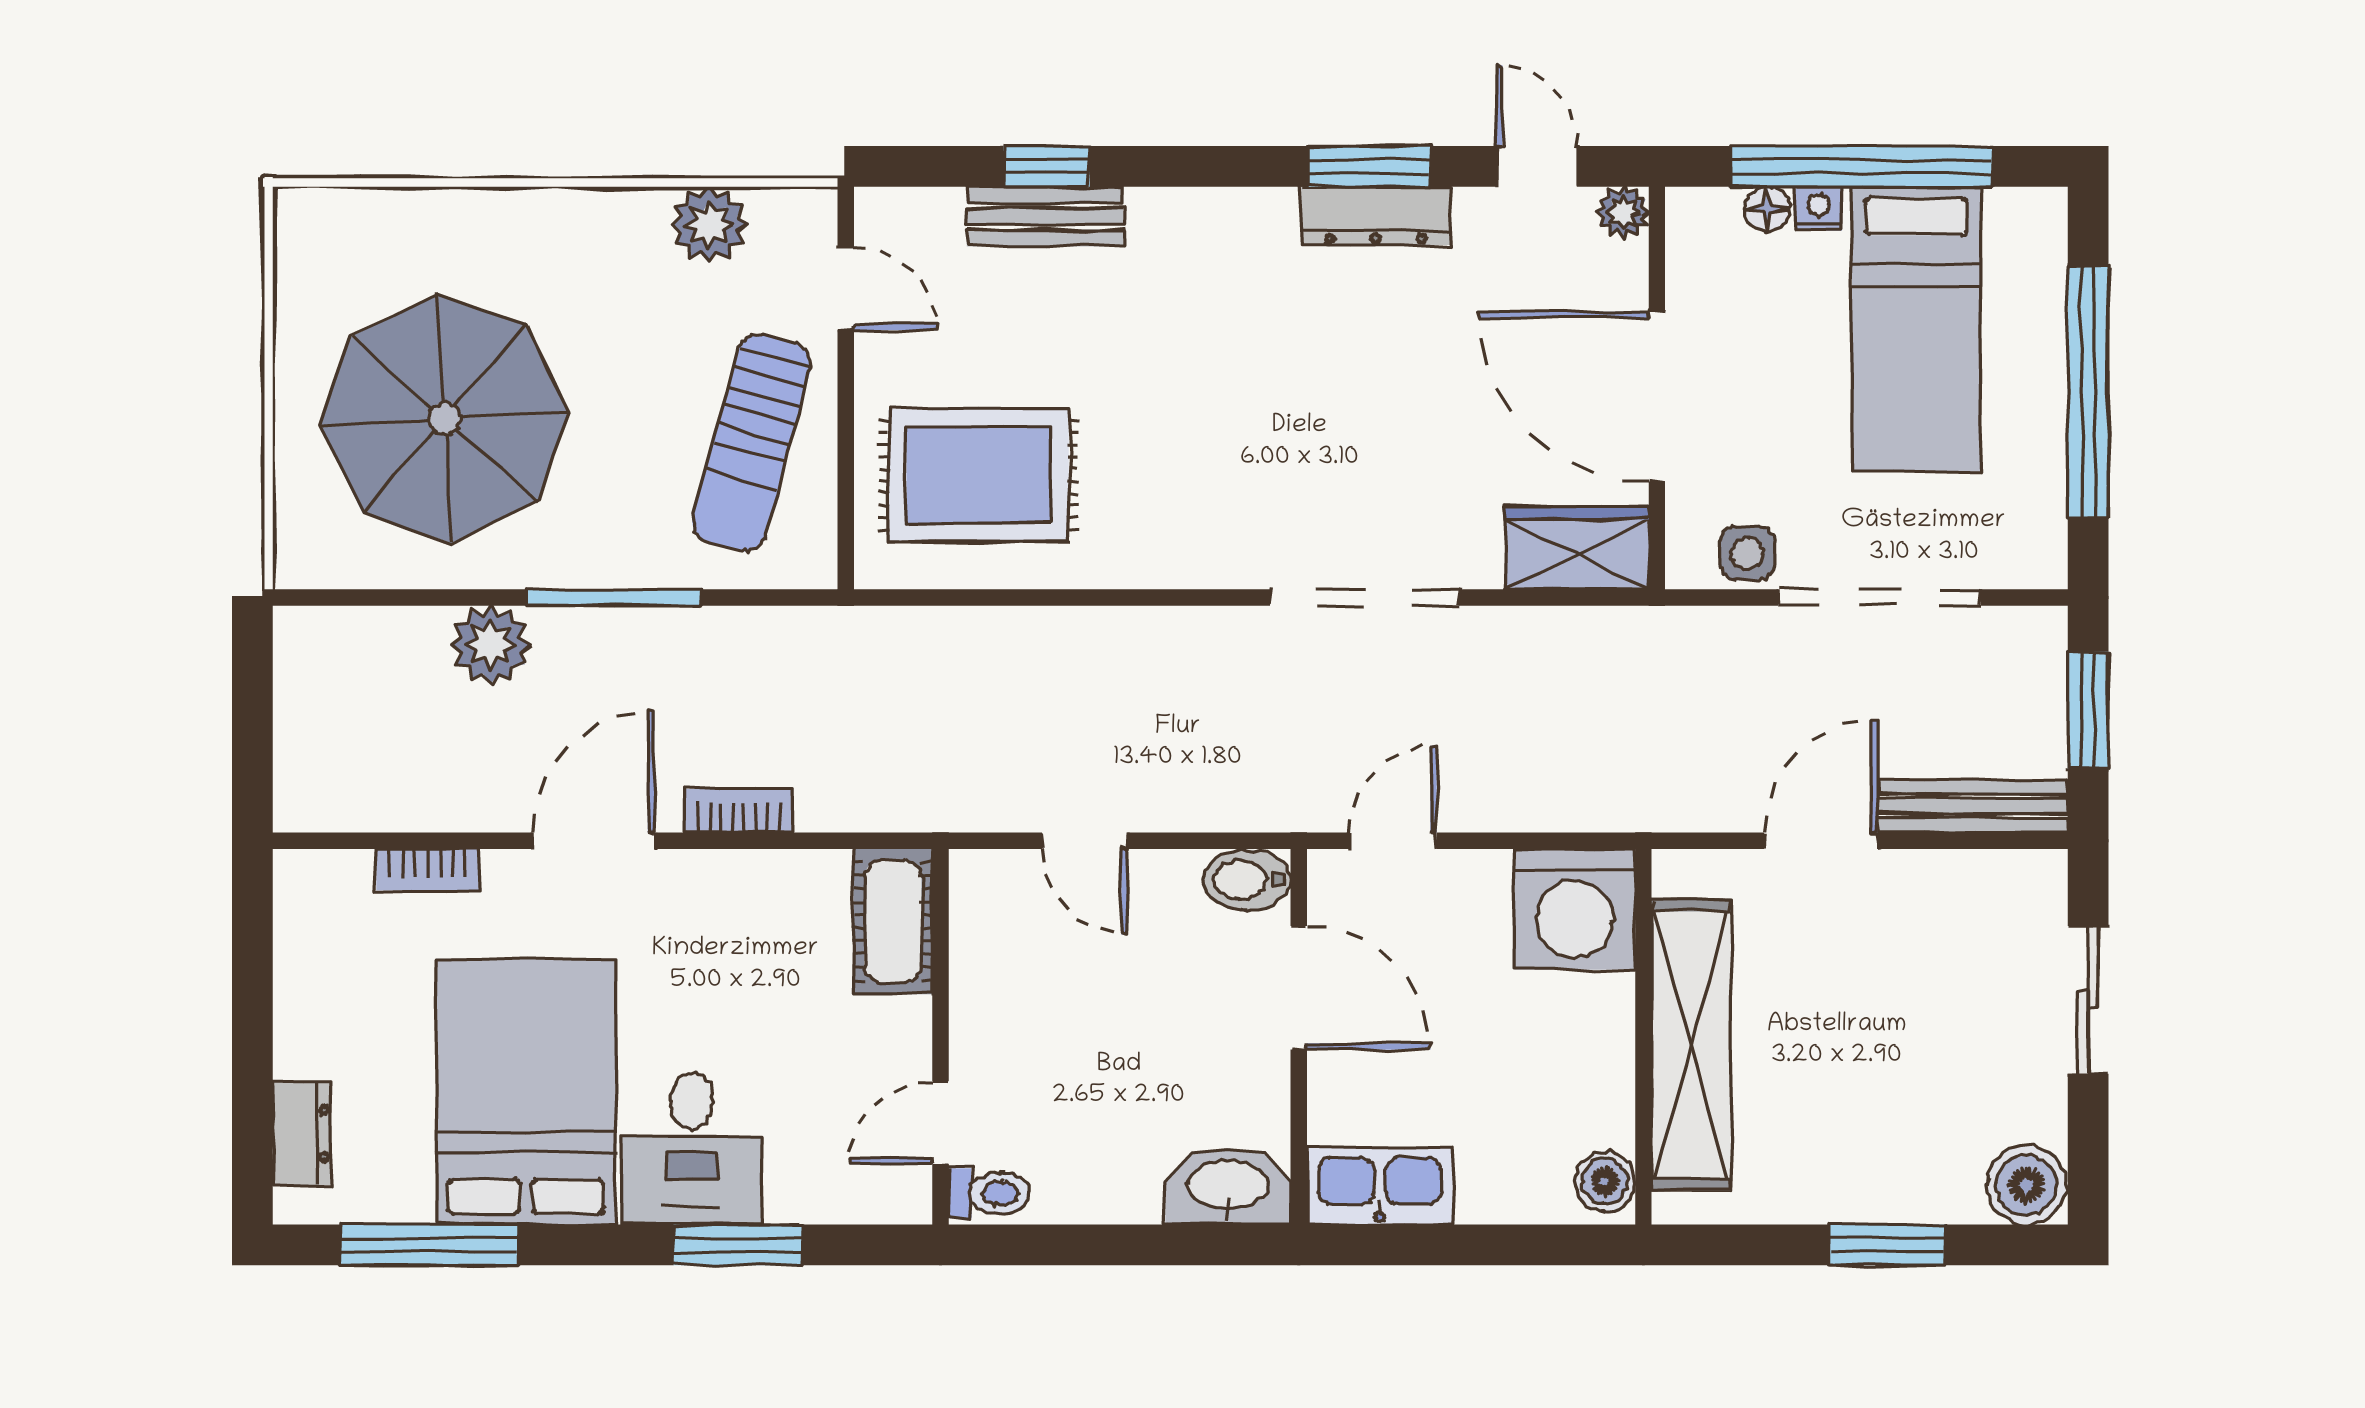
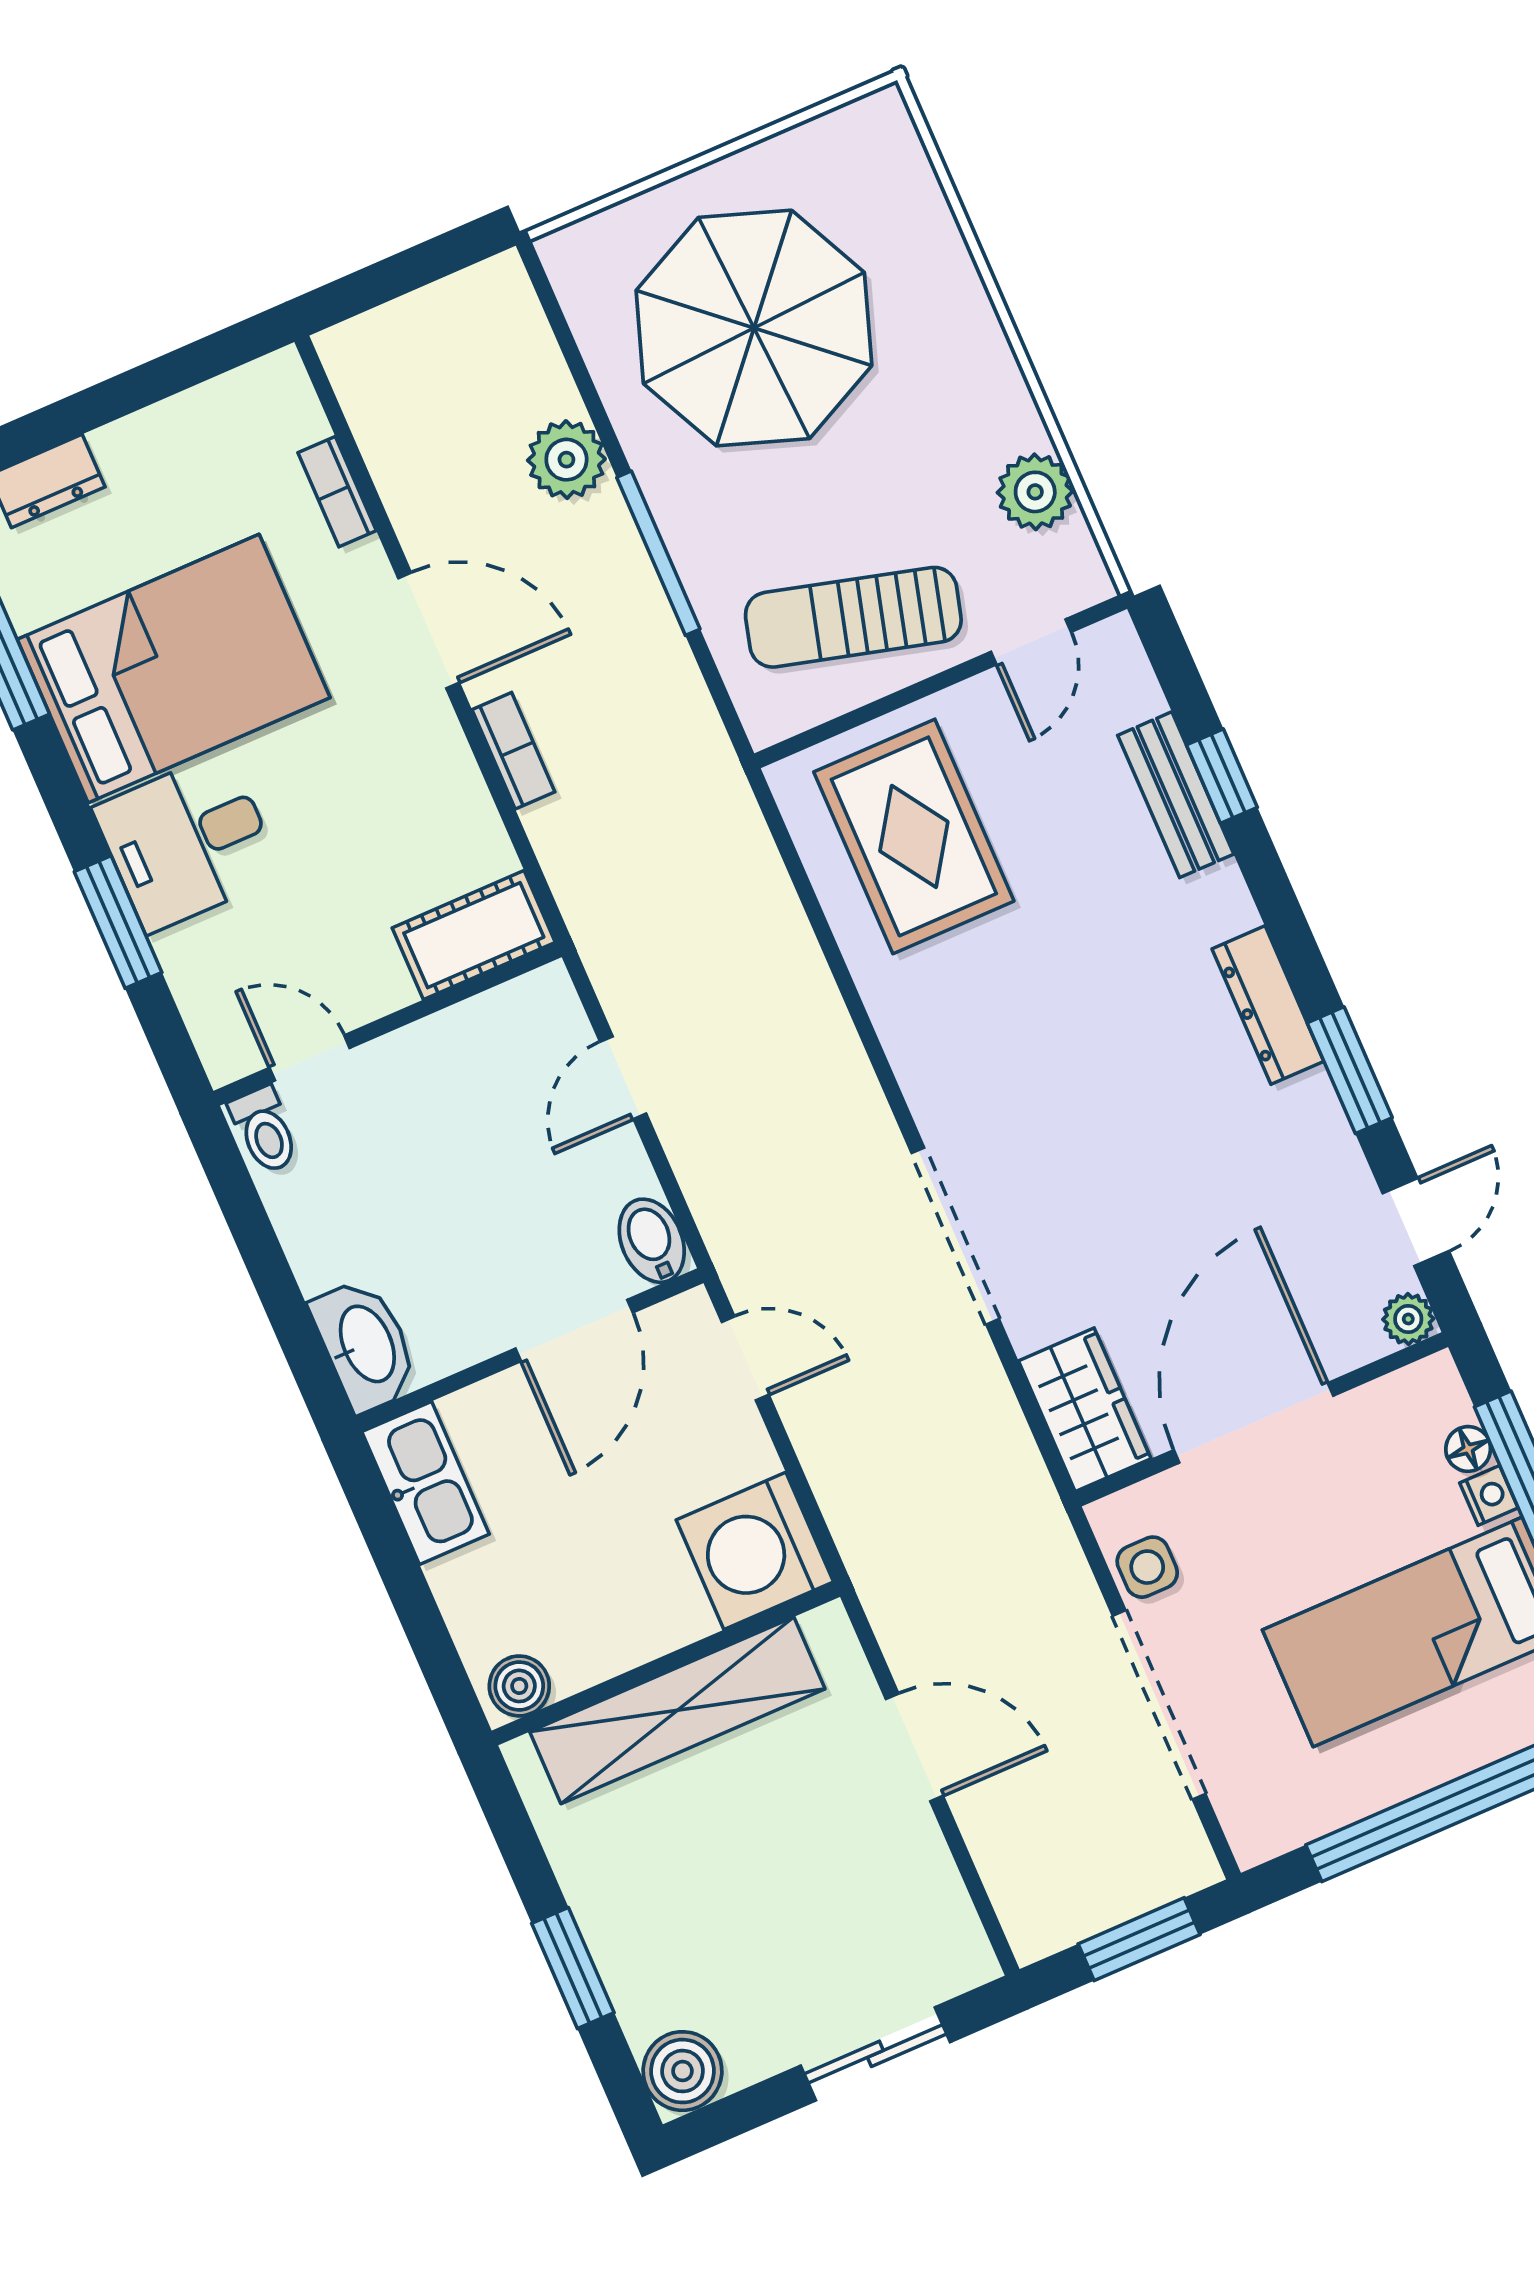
dresser: (1376, 216) -> (1268, 1005), moved
bench: (1973, 806) -> (1006, 1872), removed

